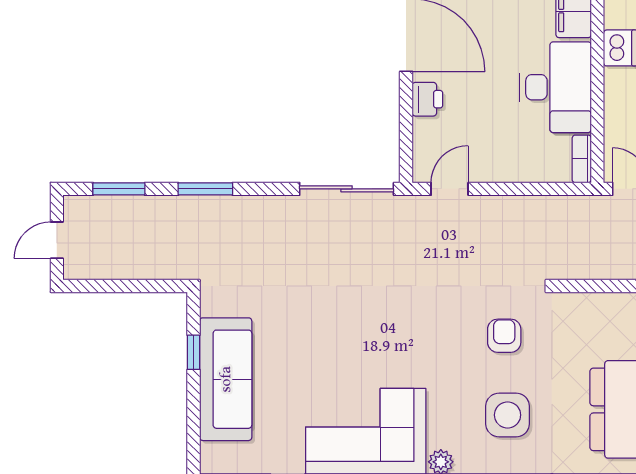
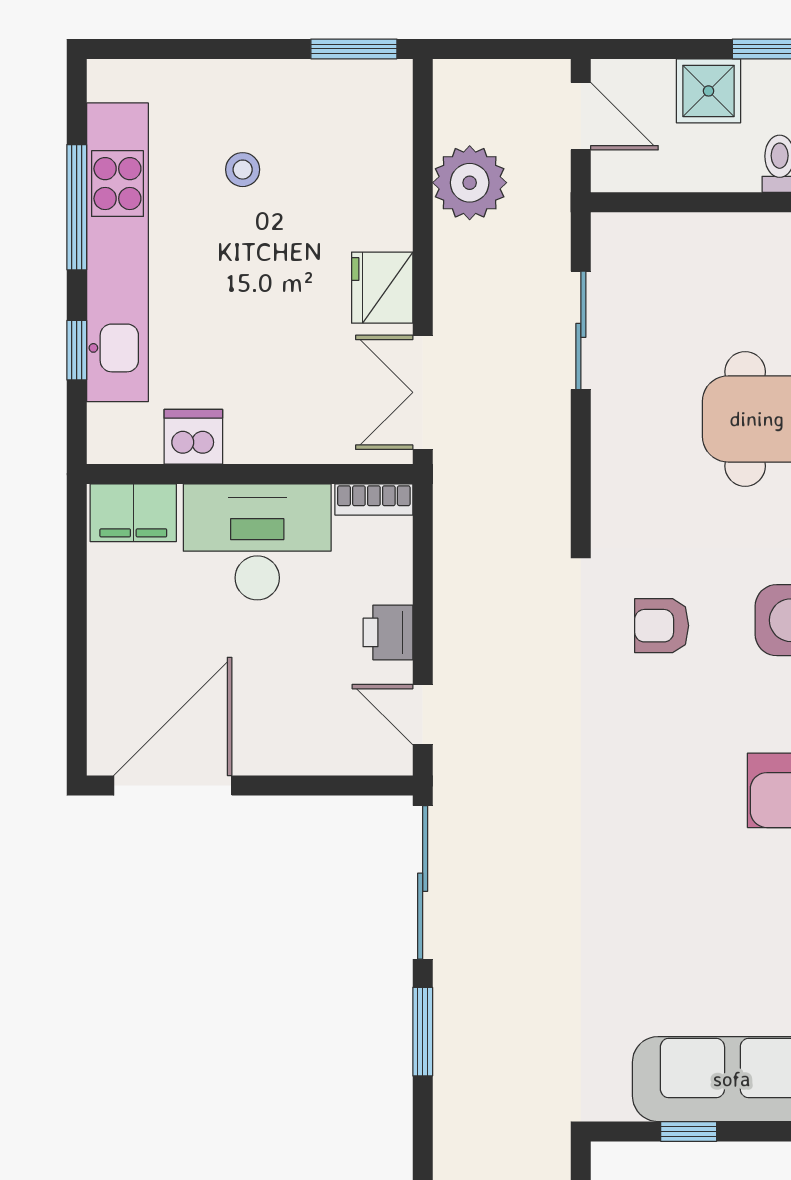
printer: (427, 99) -> (388, 632), moved, turned -90
window: (205, 189) -> (423, 1032), moved

